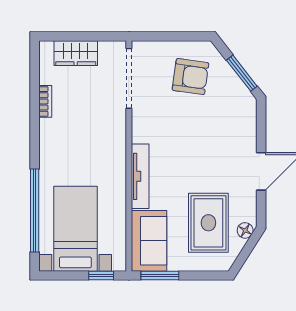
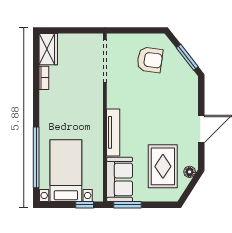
wardrobe: (76, 53) -> (48, 49), moved, turned -90

